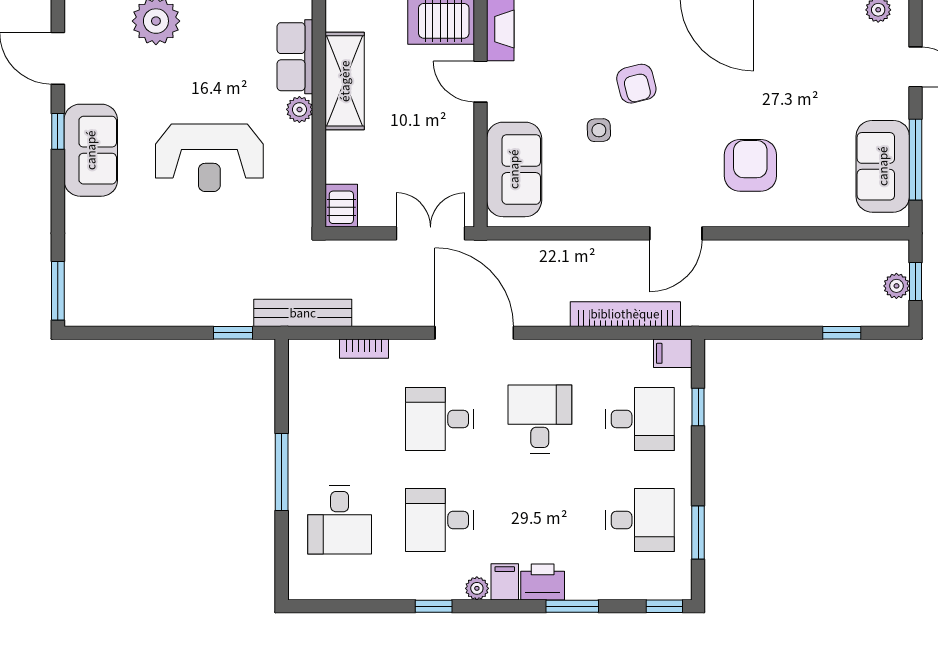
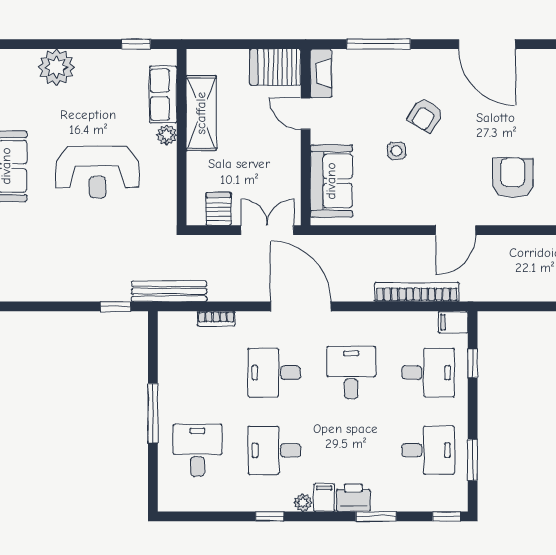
armchair: (636, 84) -> (425, 115), turned 46
server rack: (341, 206) -> (218, 209), moved
desk: (340, 520) -> (197, 450), turned 180

